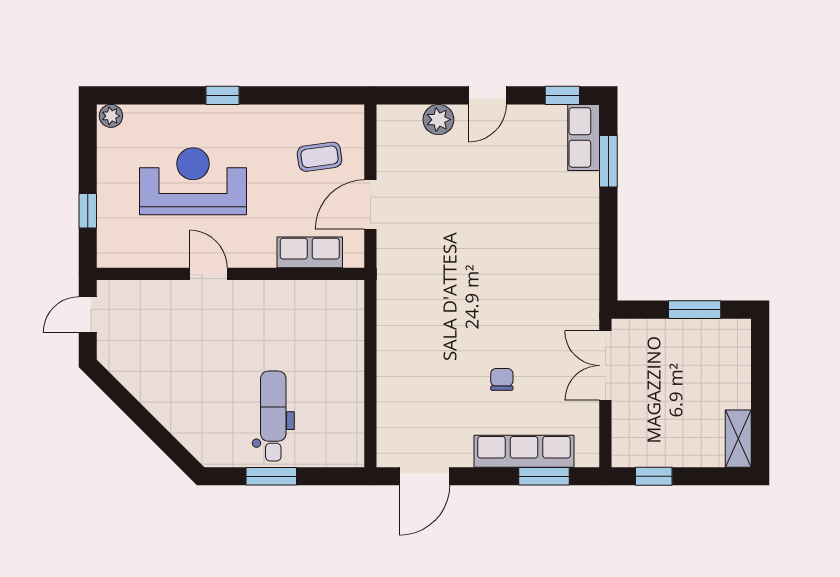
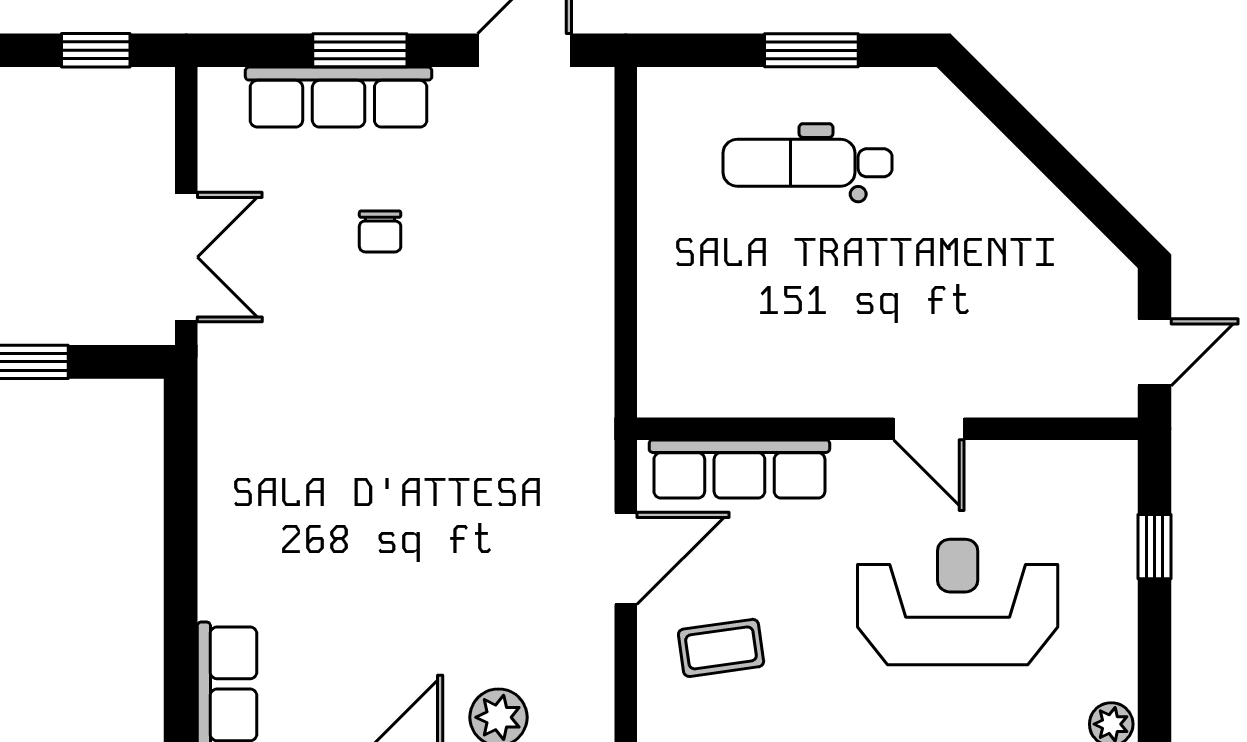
window: (608, 161) -> (181, 639), removed
reception desk: (193, 181) -> (958, 602), turned 180
row of seats: (310, 252) -> (739, 469), width x1.48
dental chair: (273, 416) -> (808, 163), turned 90
window: (544, 476) -> (360, 50), moved

